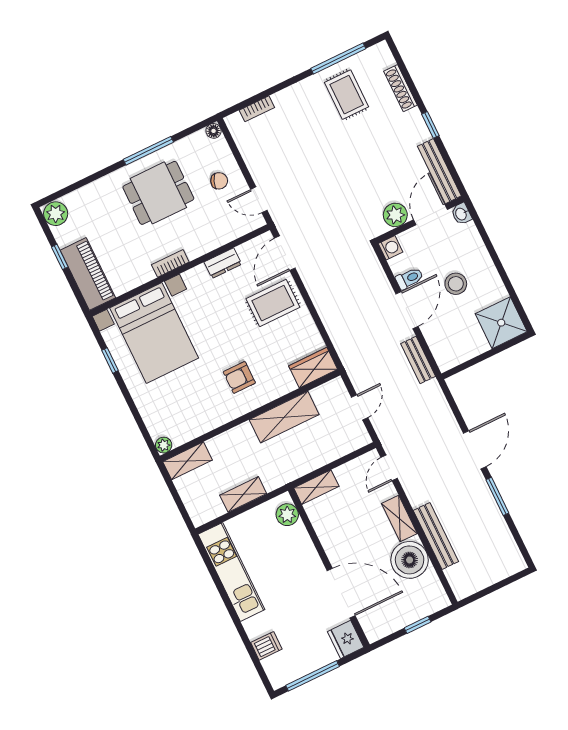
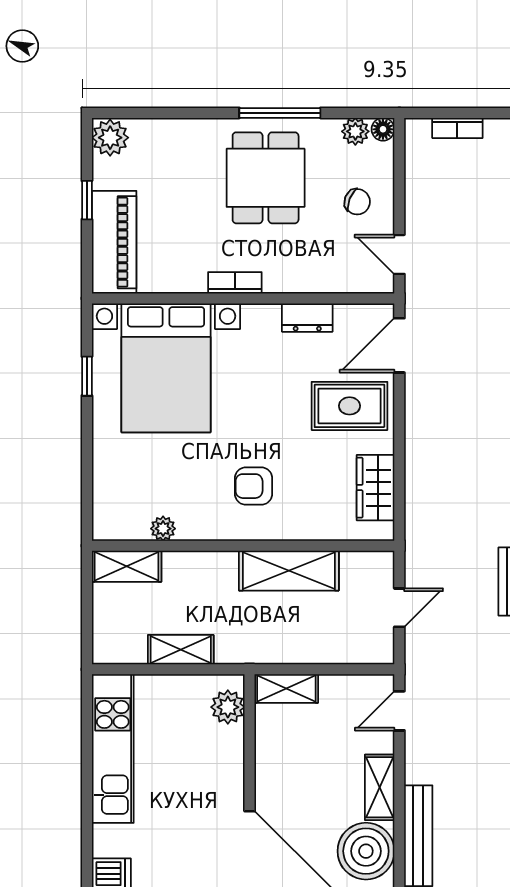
plant: (198, 140) -> (355, 131), added
dining table: (158, 193) -> (266, 178), turned 90
wardrobe: (313, 368) -> (375, 488), moved, turned -90
plant: (164, 445) -> (163, 529), moved

